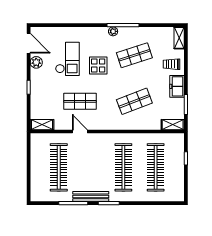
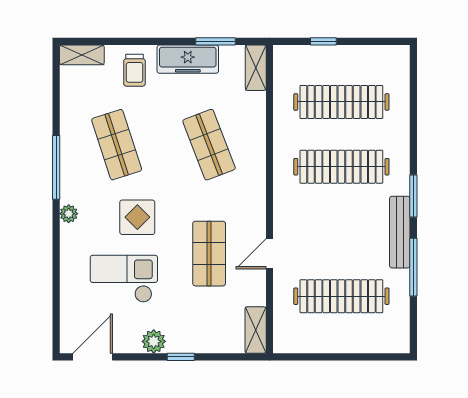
plant: (113, 31) -> (69, 214), moved
plant: (36, 62) -> (154, 341), moved
freezer: (177, 86) -> (188, 59), width x1.40

